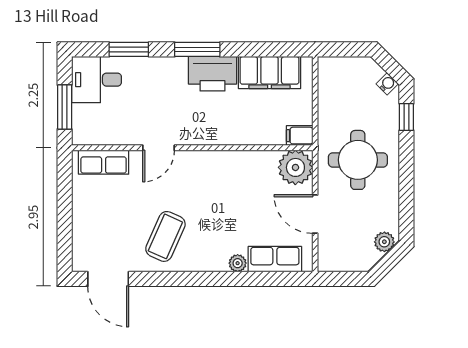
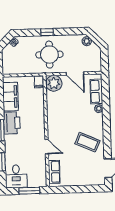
window: (406, 117) -> (47, 32), moved
door: (315, 214) -> (75, 73), hinge flipped

